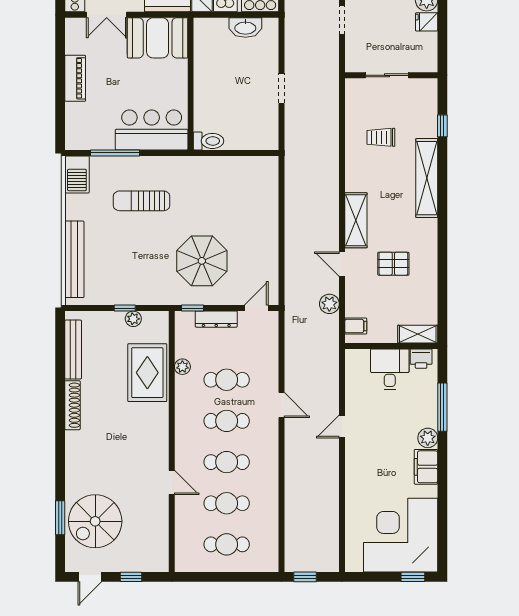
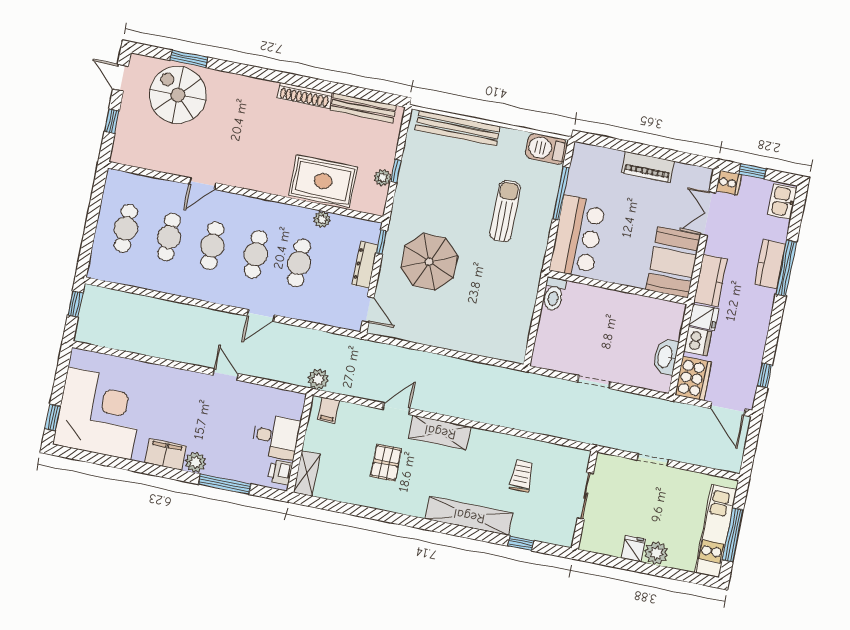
plant: (329, 304) -> (318, 379), moved

